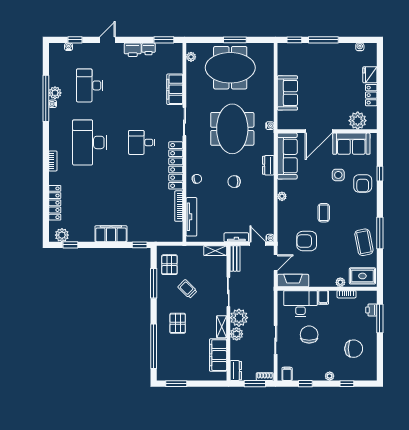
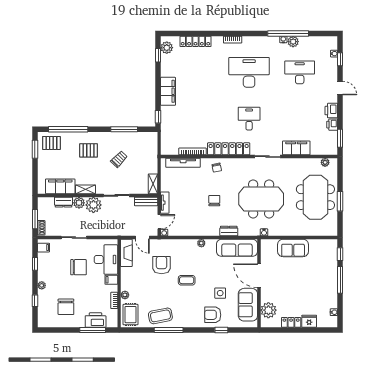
pallet: (169, 265) -> (51, 143), moved
printer: (371, 310) -> (96, 320), width x1.87, depth x1.48
dresser: (236, 371) -> (63, 202), moved

